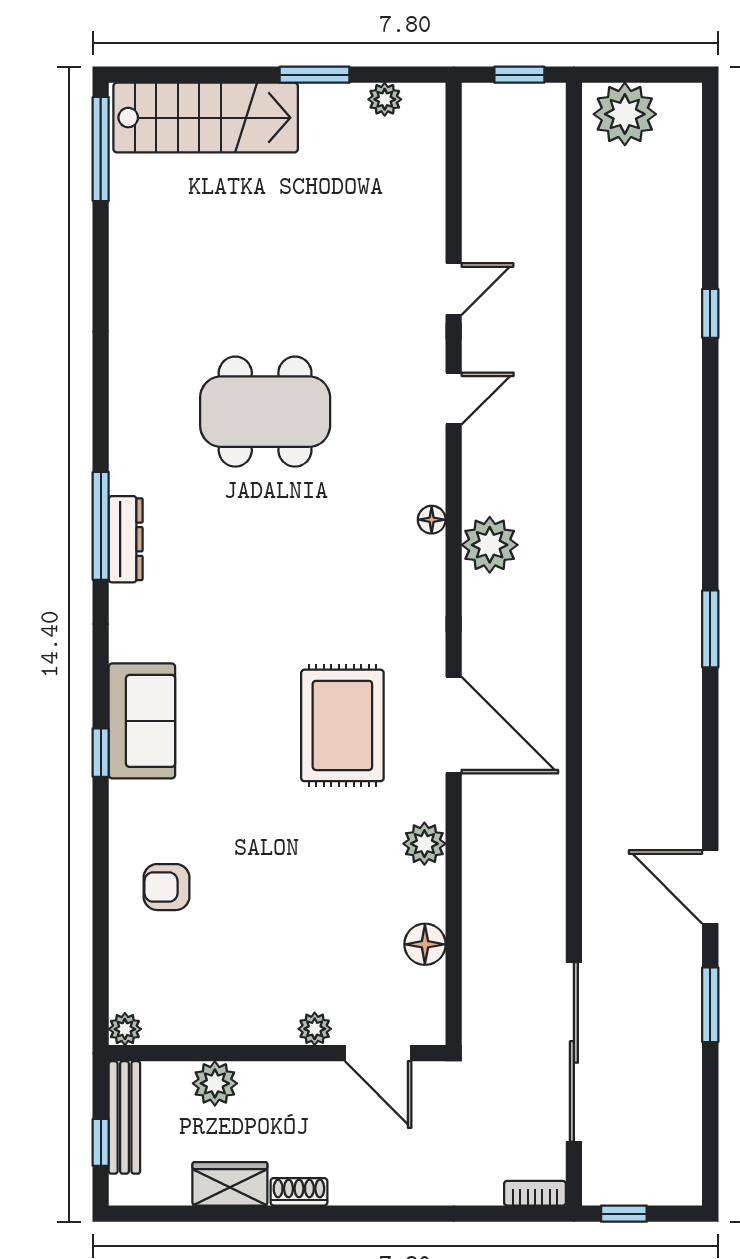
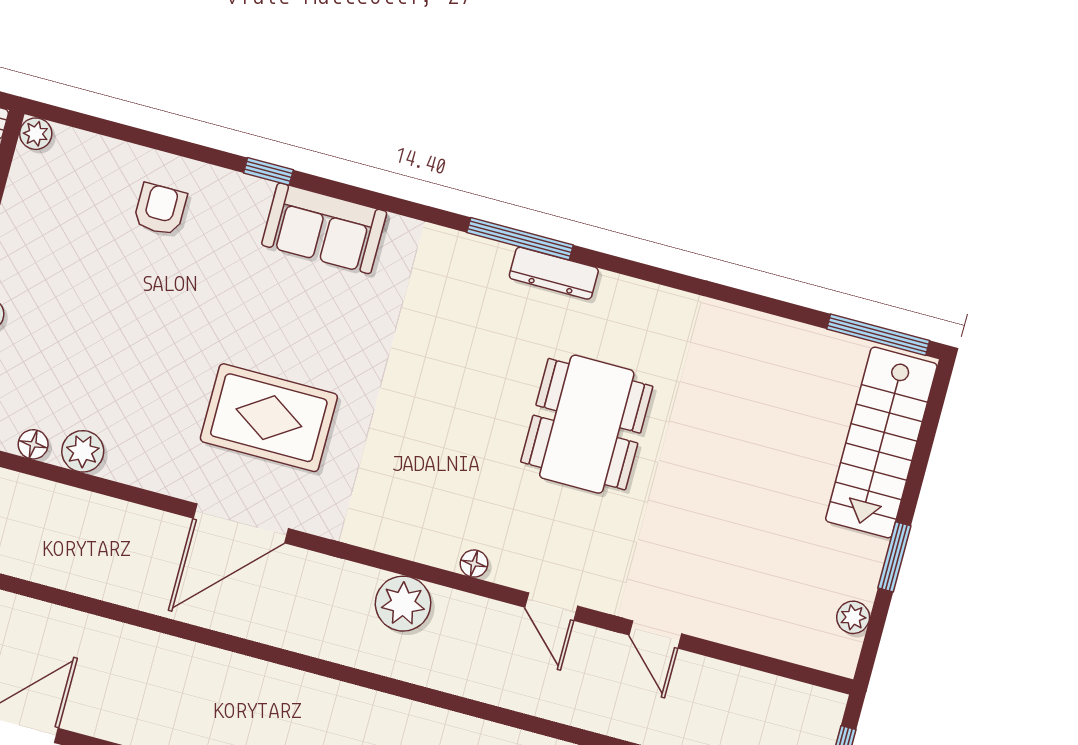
floor lamp: (432, 520) -> (474, 564), moved
dresser: (126, 539) -> (554, 273), moved
window: (101, 753) -> (268, 171), moved
plant: (424, 844) -> (83, 451), moved
floor lamp: (425, 944) -> (33, 444), width x0.73, depth x0.73

